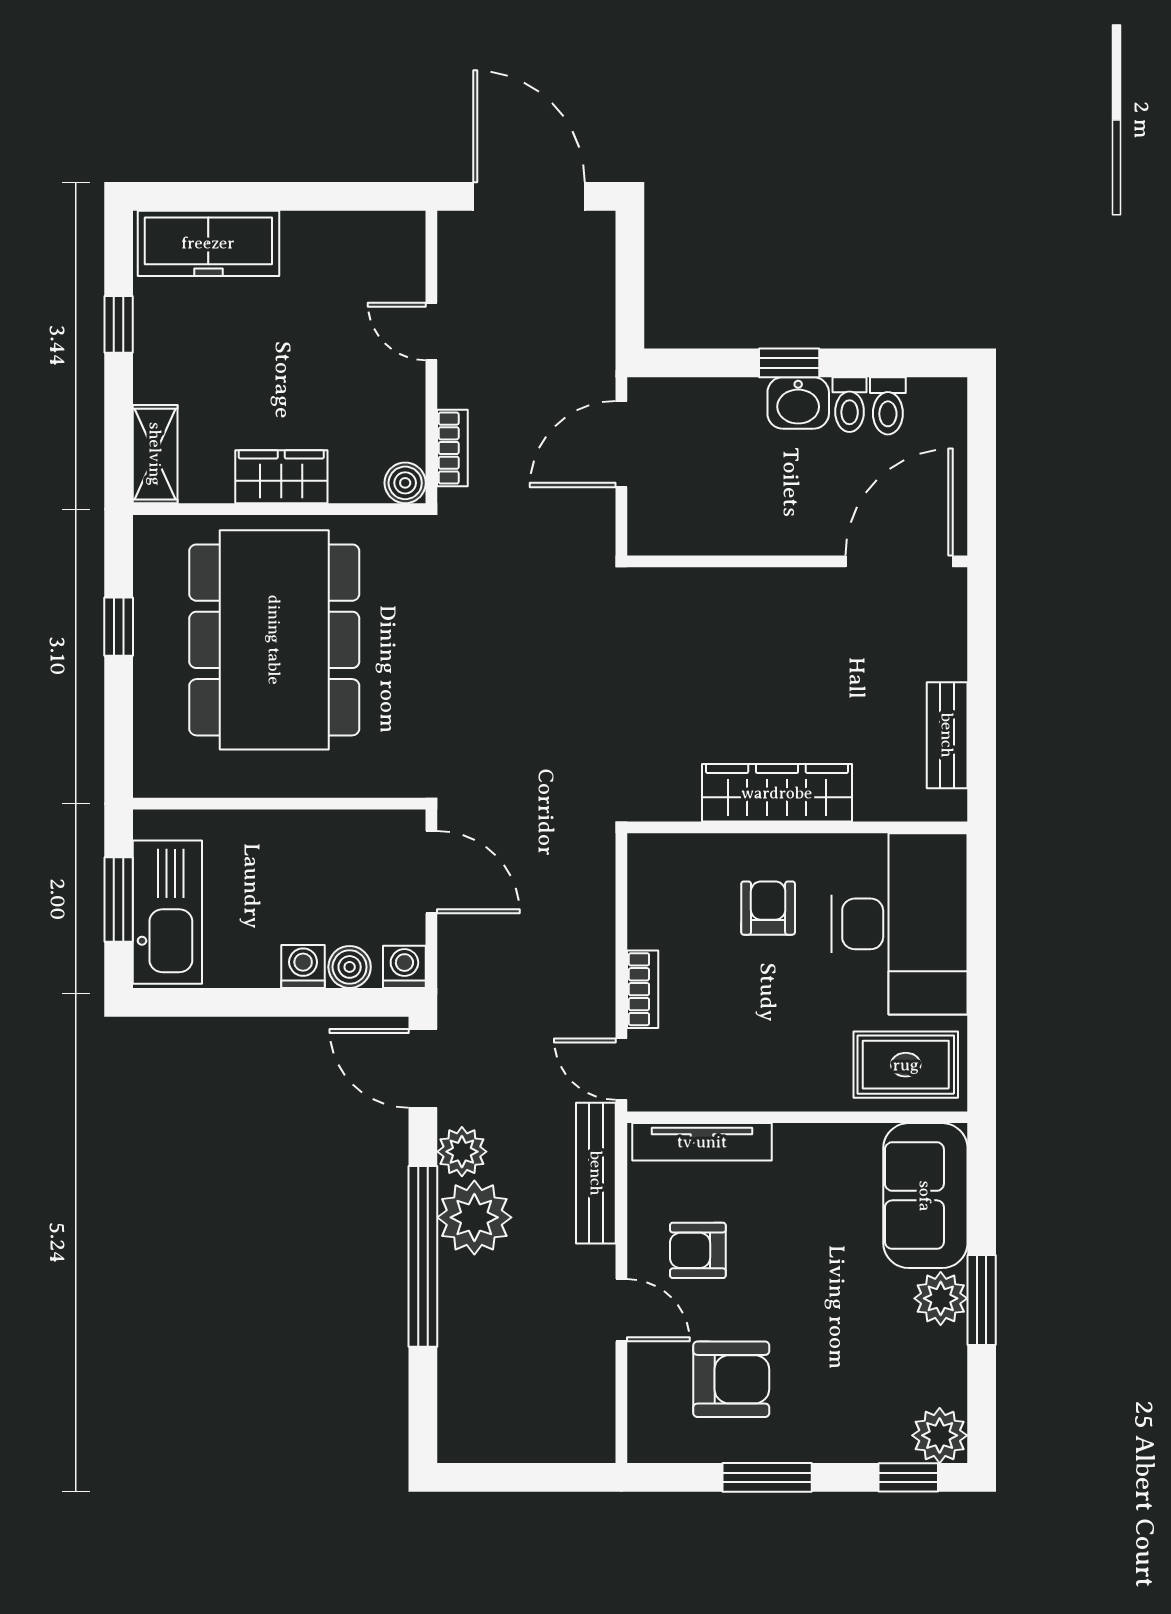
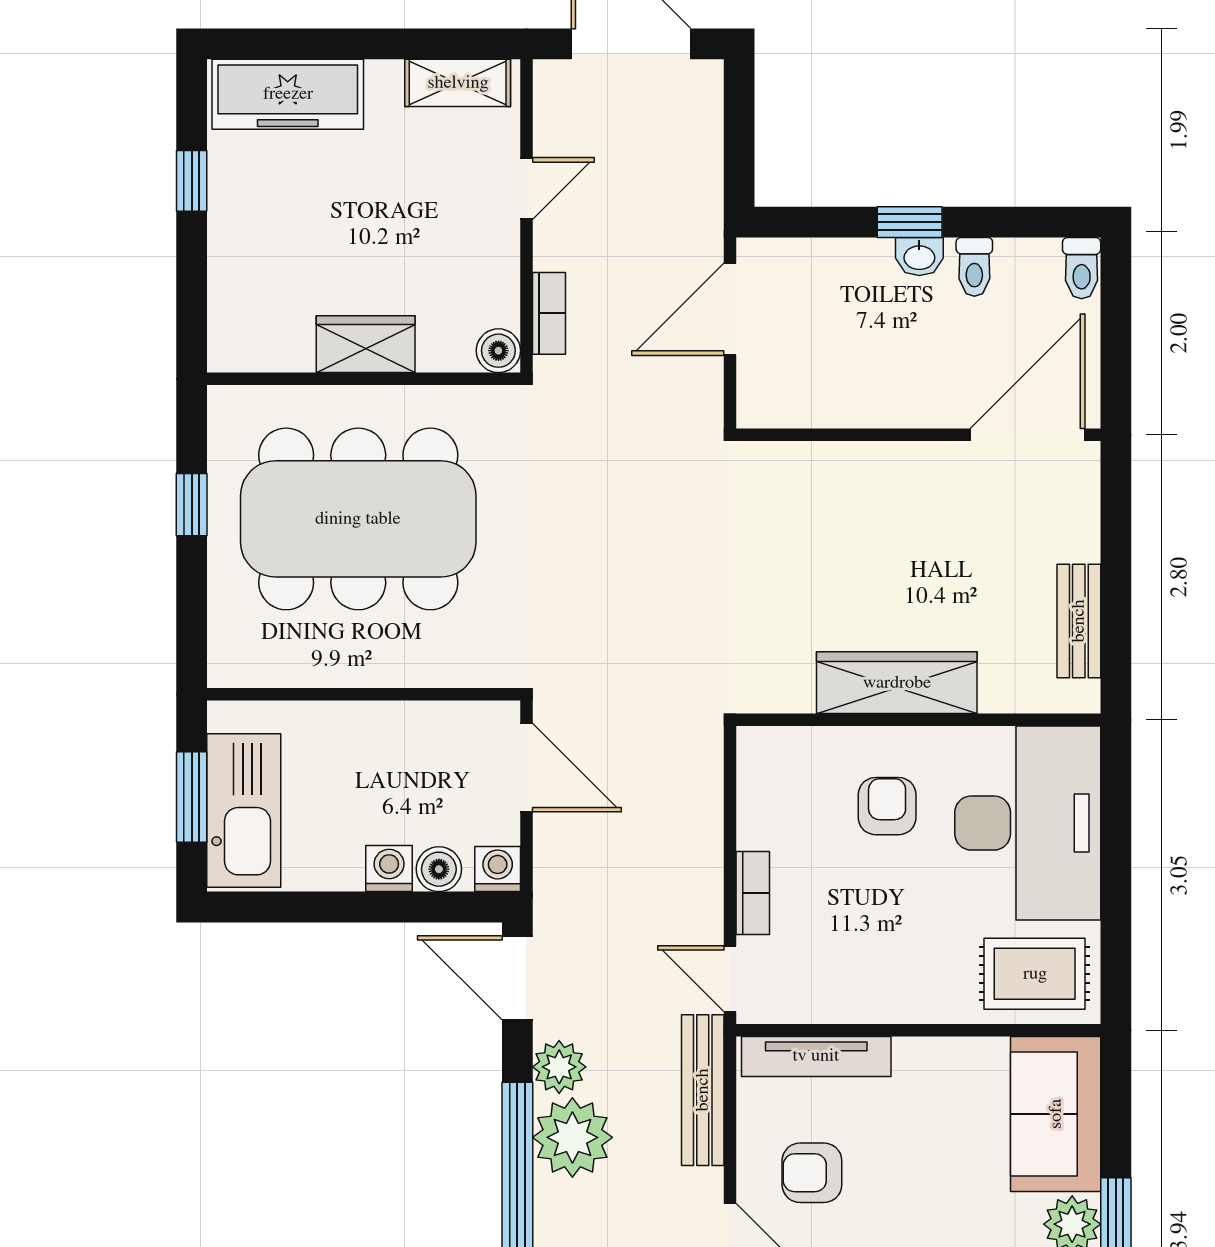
door: (431, 331) -> (526, 188), swing flipped
washbasin: (798, 403) -> (919, 257), width x0.72, depth x0.69
toilet: (888, 406) -> (1082, 268), moved
shelving: (155, 454) -> (458, 83), moved, turned 90
dining table: (274, 640) -> (358, 519), turned 90

